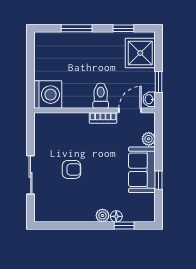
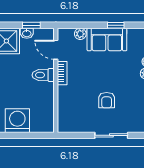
washing machine: (48, 95) -> (17, 121), moved
washbasin: (149, 99) -> (27, 33), moved
armchair: (71, 169) -> (107, 100), turned 180

